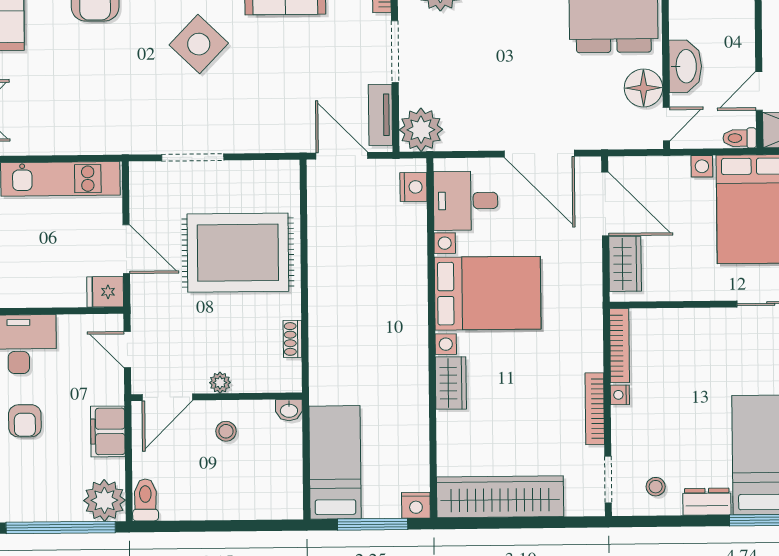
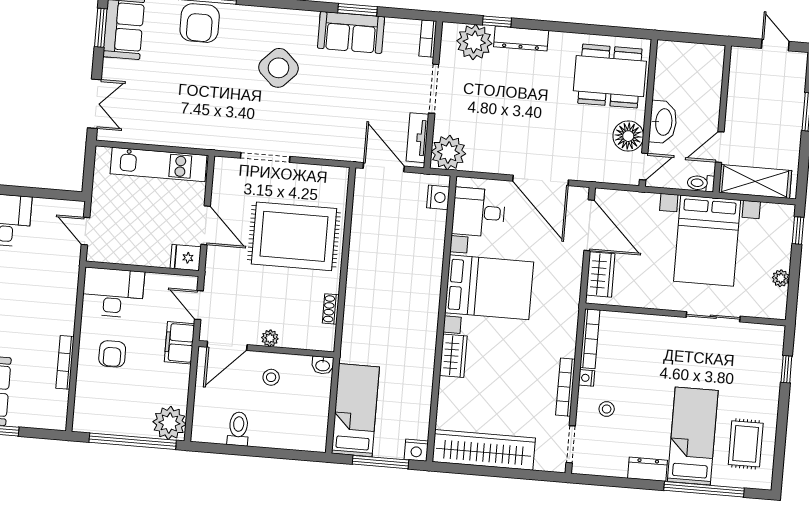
filing cabinet: (108, 431) -> (179, 343), moved
stool: (656, 487) -> (607, 409), moved
toilet: (145, 500) -> (238, 429), moved

